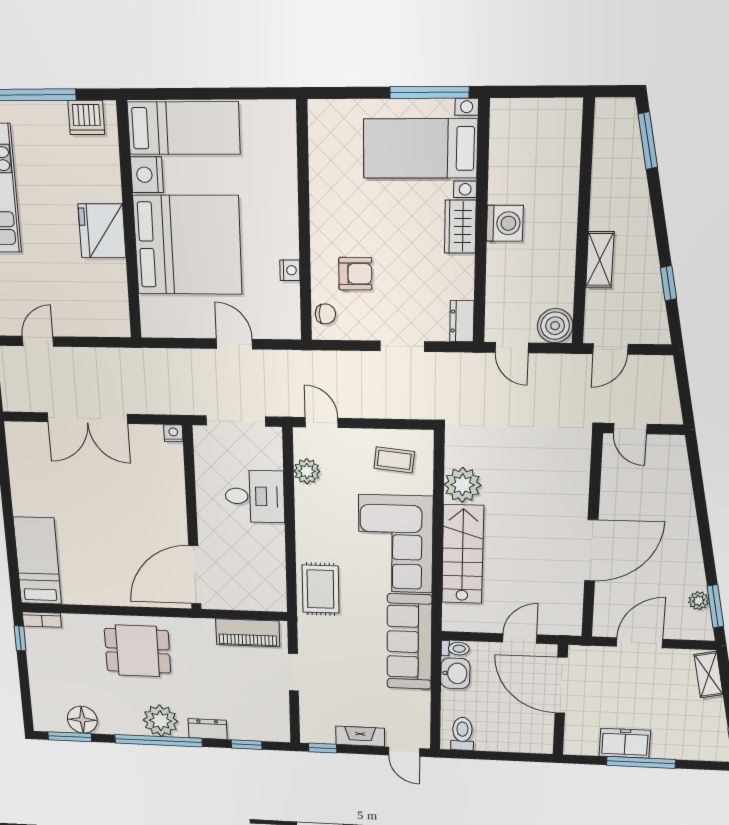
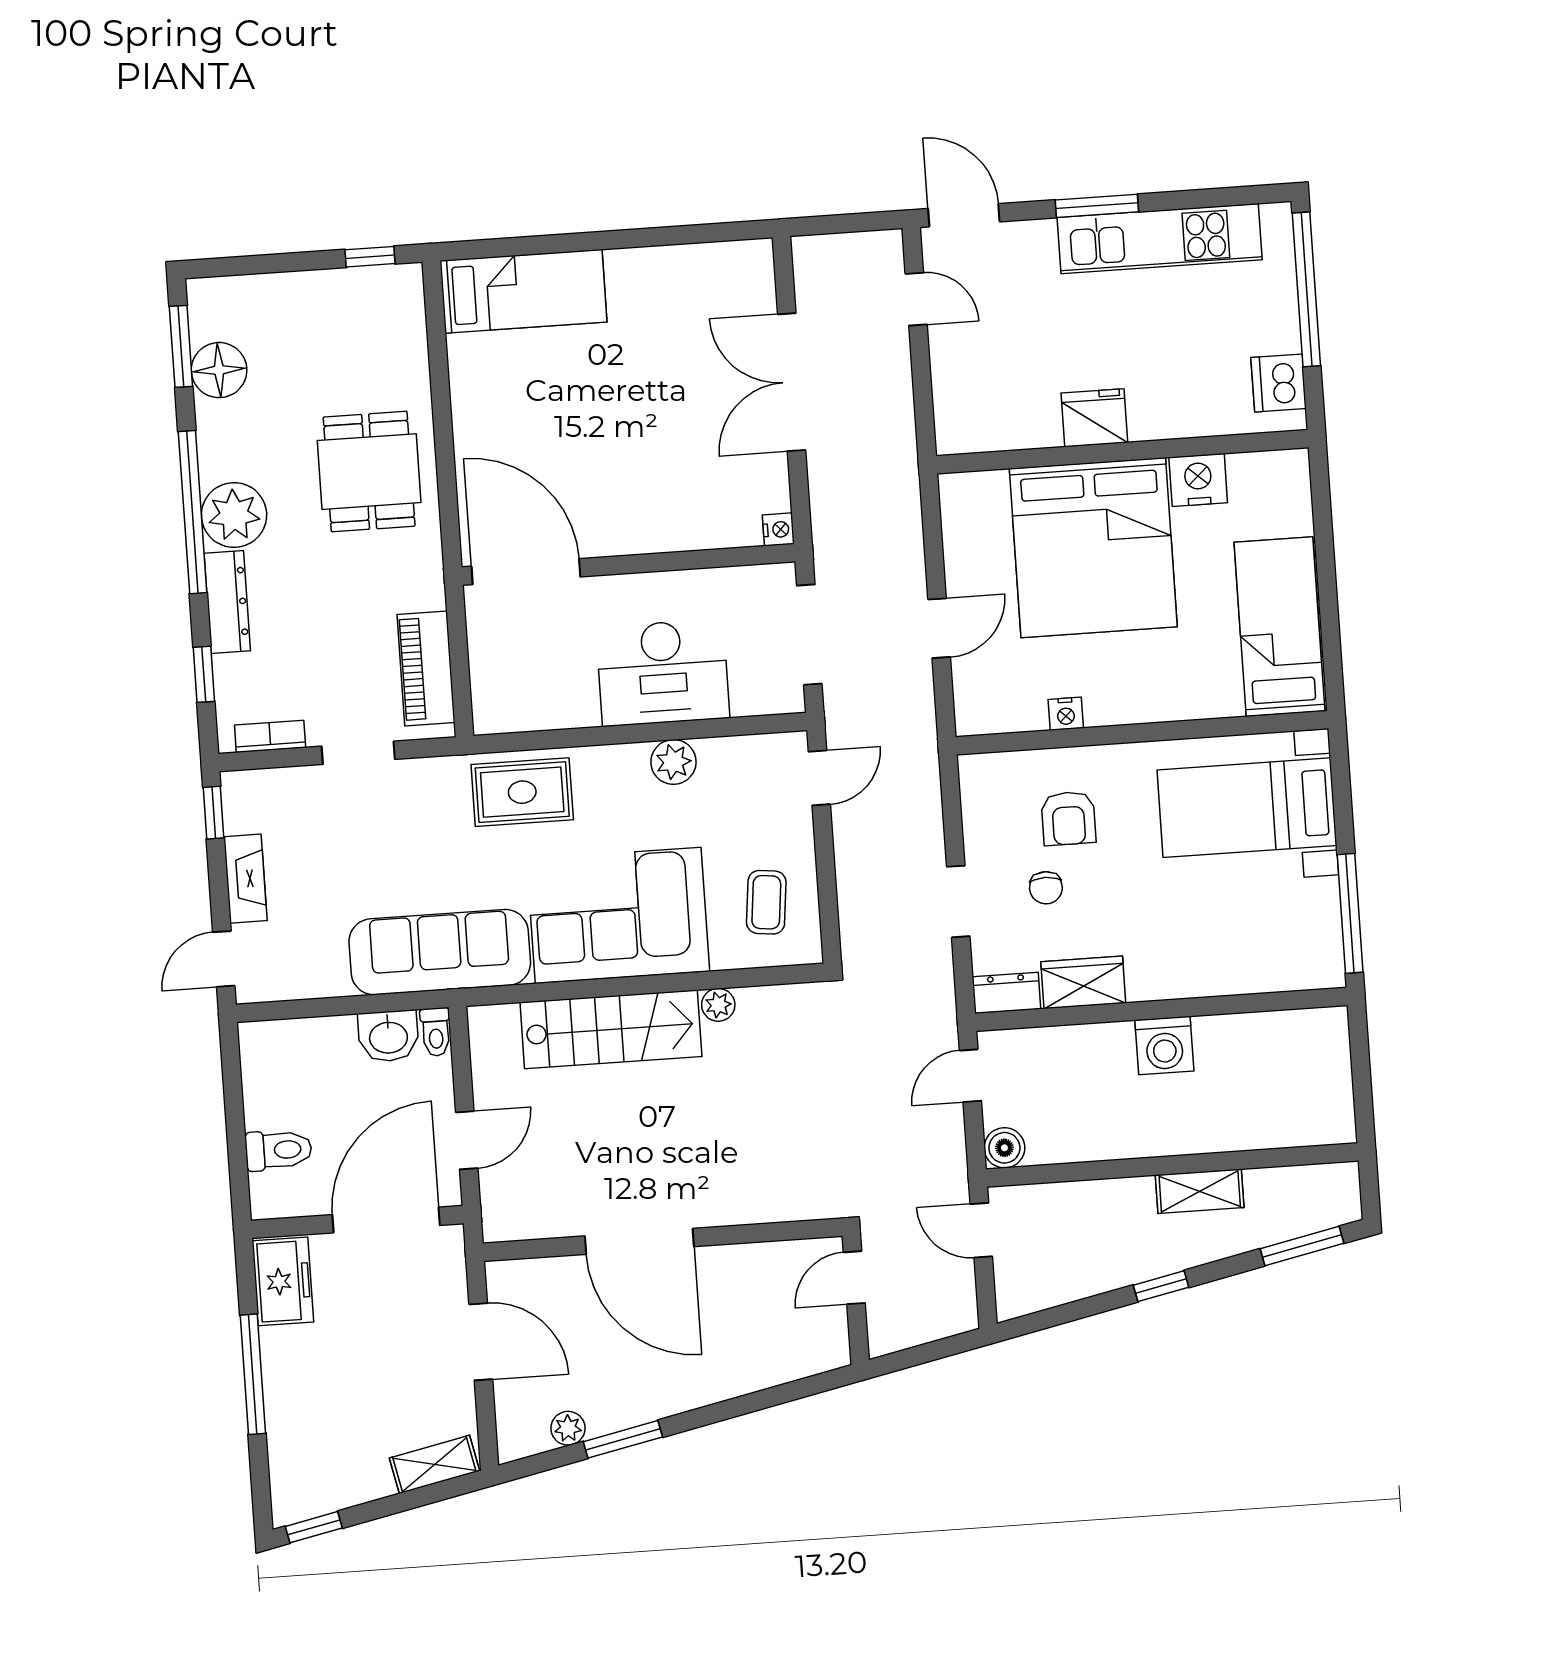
bed: (184, 128) -> (1279, 627), moved, turned 180
bed with nightstands: (420, 148) -> (1247, 808), moved, turned -90
wardrobe: (460, 227) -> (1083, 982), moved
fridge: (102, 231) -> (1094, 418), width x0.73, depth x0.75
shelving: (600, 260) -> (1200, 1191), moved
window: (668, 283) -> (1161, 1286), moved
chair: (325, 314) -> (1046, 888), moved
boiler: (555, 326) -> (1004, 1148), width x0.73, depth x0.73
plant: (307, 471) -> (673, 762), moved
plant: (463, 485) -> (718, 1005), width x0.53, depth x0.53
desk: (255, 496) -> (663, 673), width x1.37
window: (715, 606) -> (623, 1439), moved
bookcase: (42, 620) -> (270, 736), moved, turned 90
door: (520, 638) -> (467, 1140), hinge flipped
dresser: (208, 729) -> (227, 602), width x1.44
toilet: (462, 734) -> (279, 1150), moved
freezer: (625, 743) -> (283, 1281), moved

